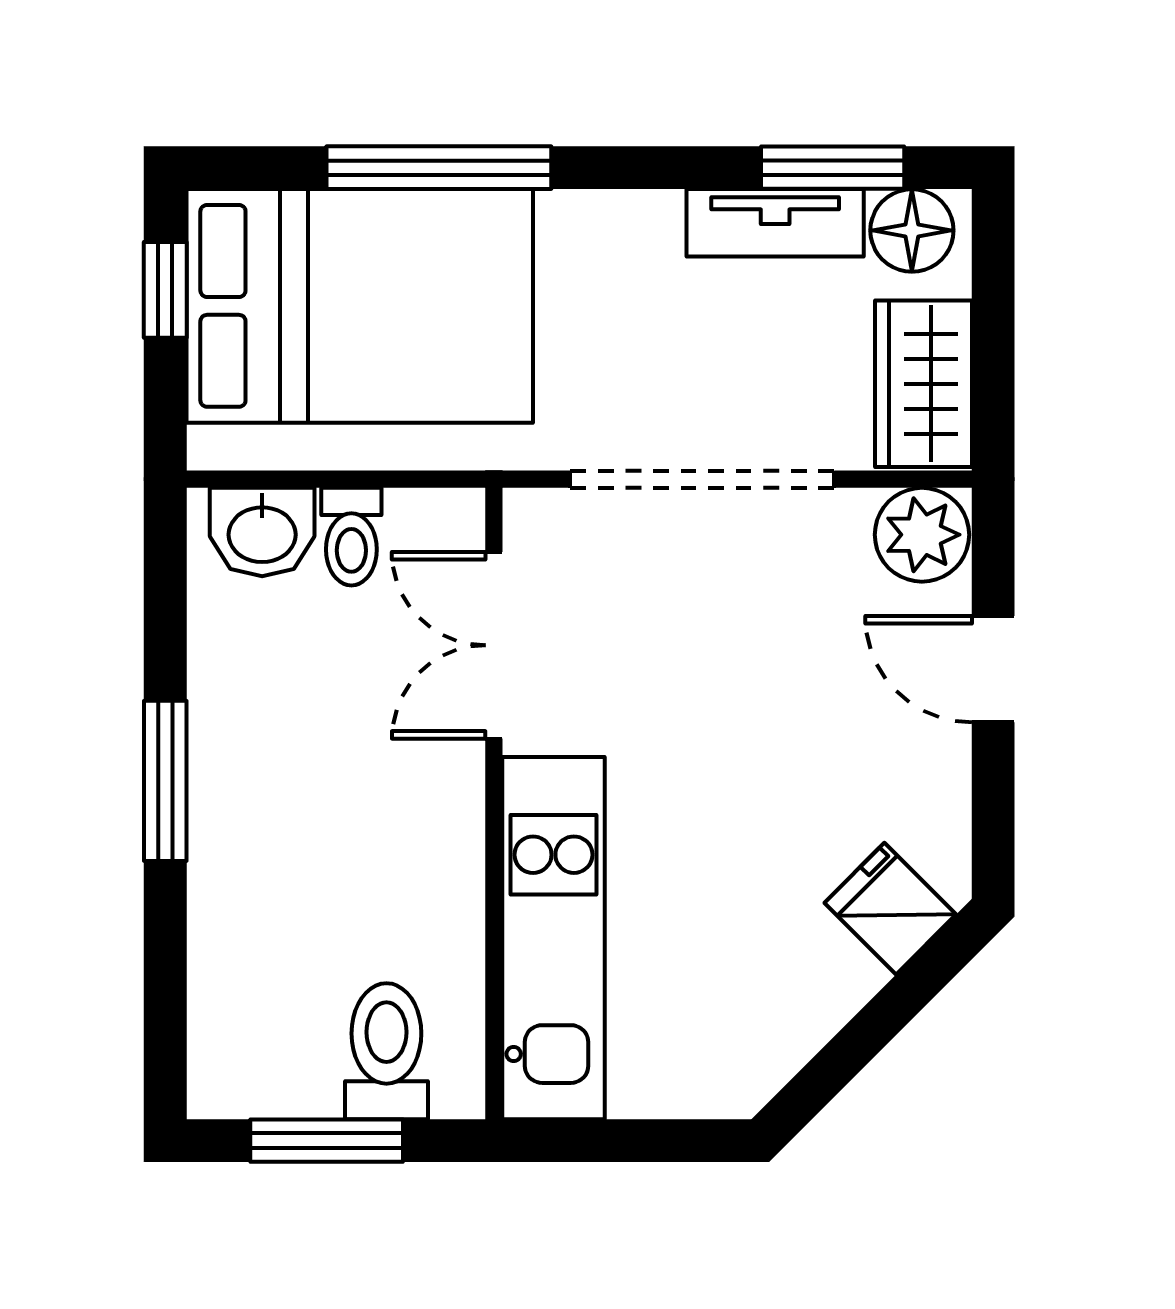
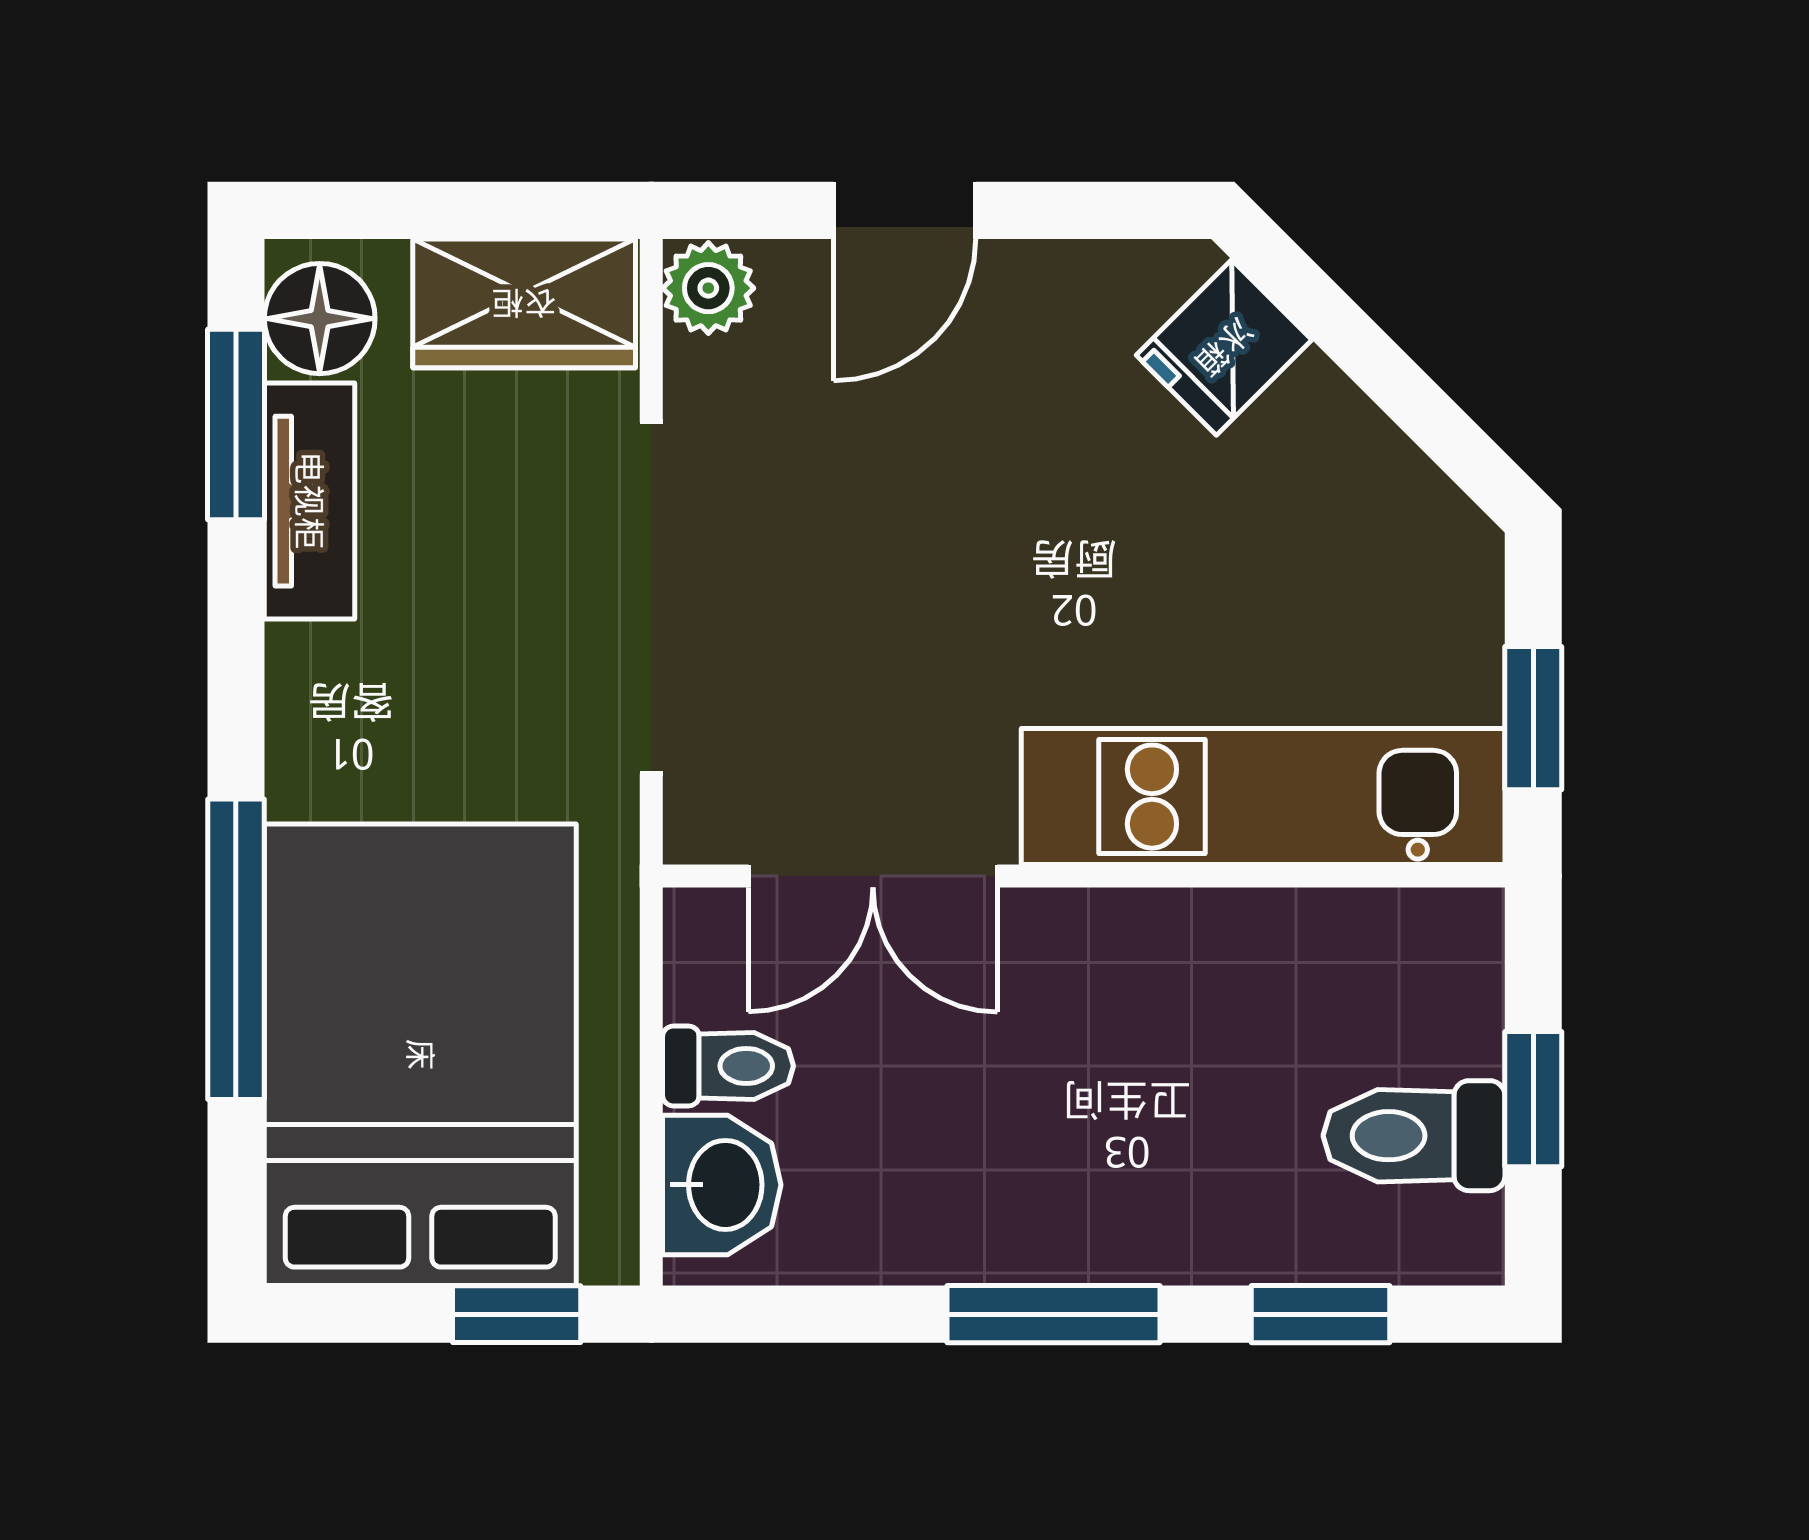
window: (165, 290) -> (517, 1314), moved
plant: (922, 535) -> (708, 288), width x0.73, depth x0.73
window: (165, 981) -> (1320, 1314), added
toilet: (386, 1051) -> (1414, 1136), moved
window: (327, 1141) -> (1533, 1099), width x0.67
window: (612, 1141) -> (1533, 718), added

